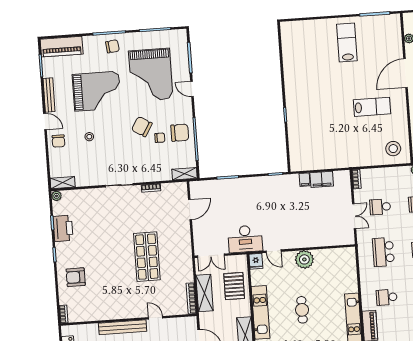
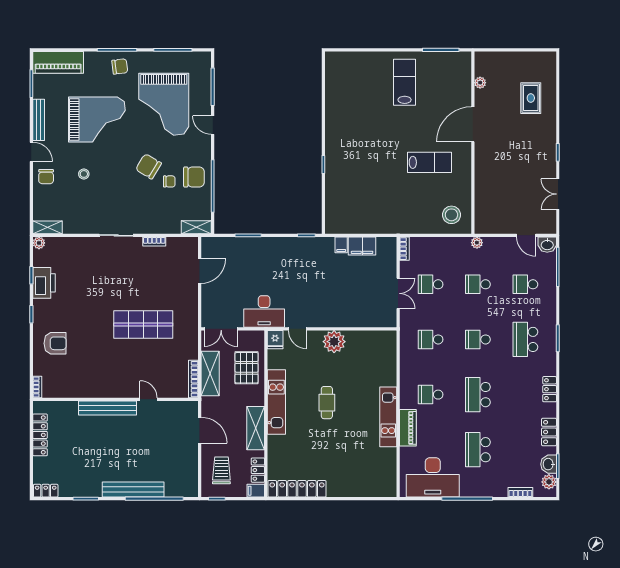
school desk: (383, 252) -> (431, 339), width x0.54
shop shelf: (147, 257) -> (143, 324), turned 90
armchair: (76, 277) -> (55, 343), turned 180

